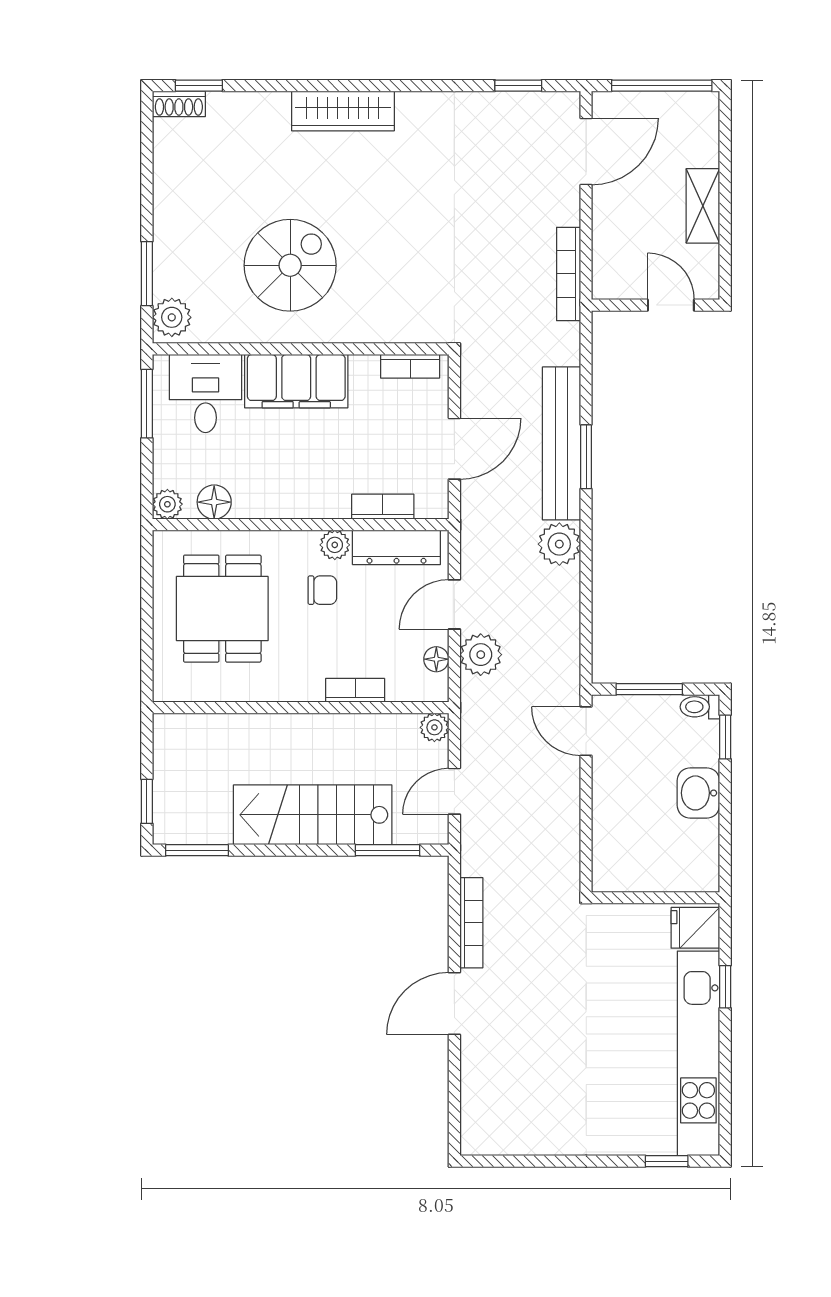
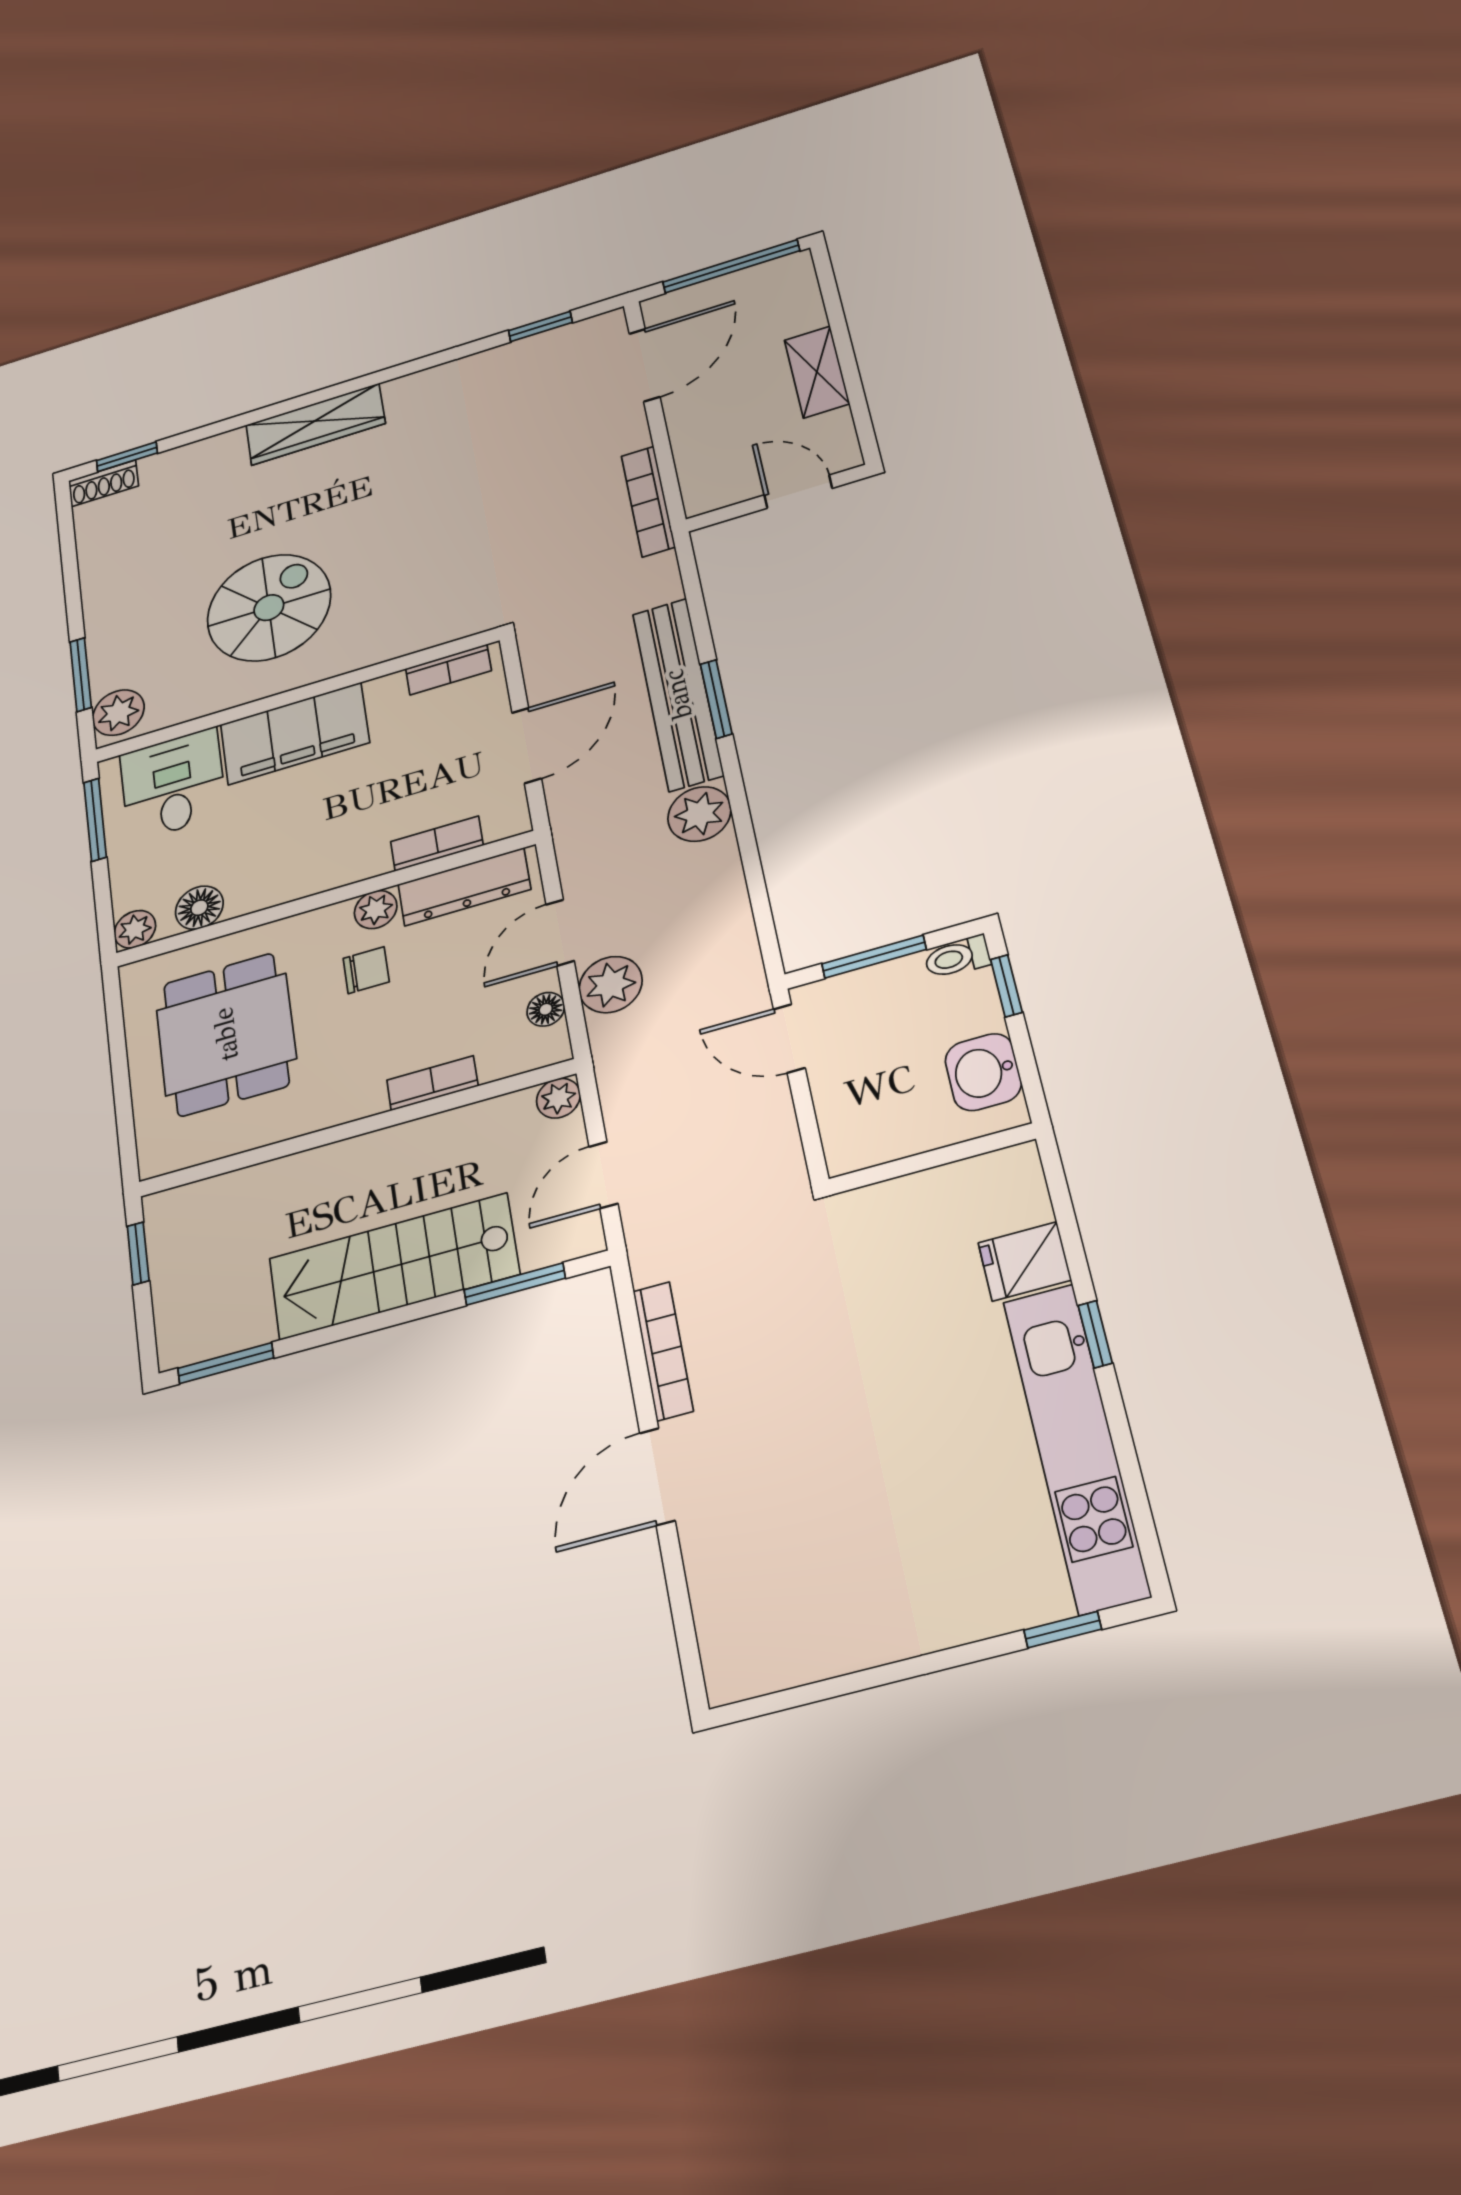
window: (147, 801) -> (138, 1253), moved
wall: (656, 898) -> (932, 1159), moved

